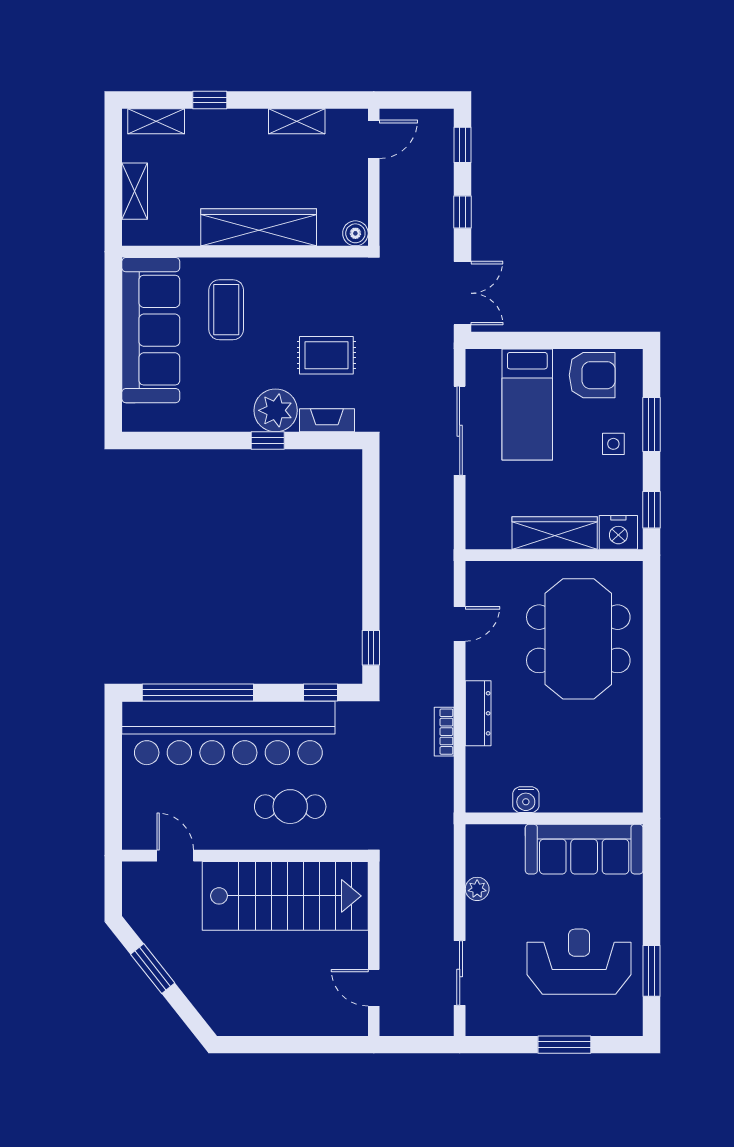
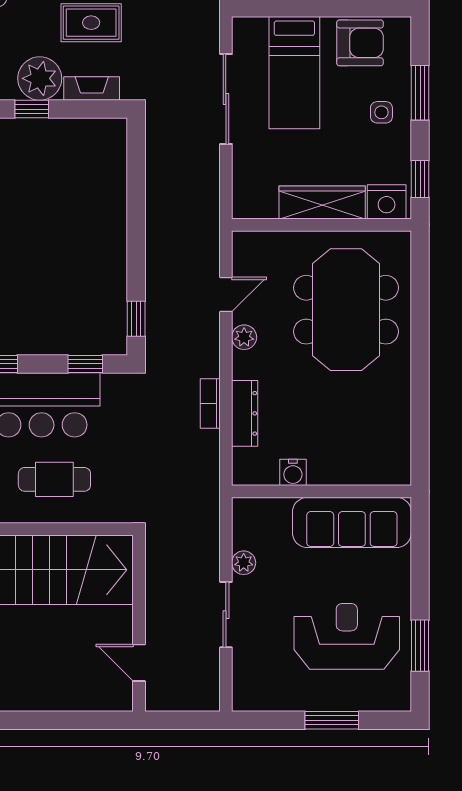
plant: (478, 666) -> (244, 337), added
dresser: (478, 713) -> (245, 413), moved
sliding door: (460, 973) -> (226, 615), moved

